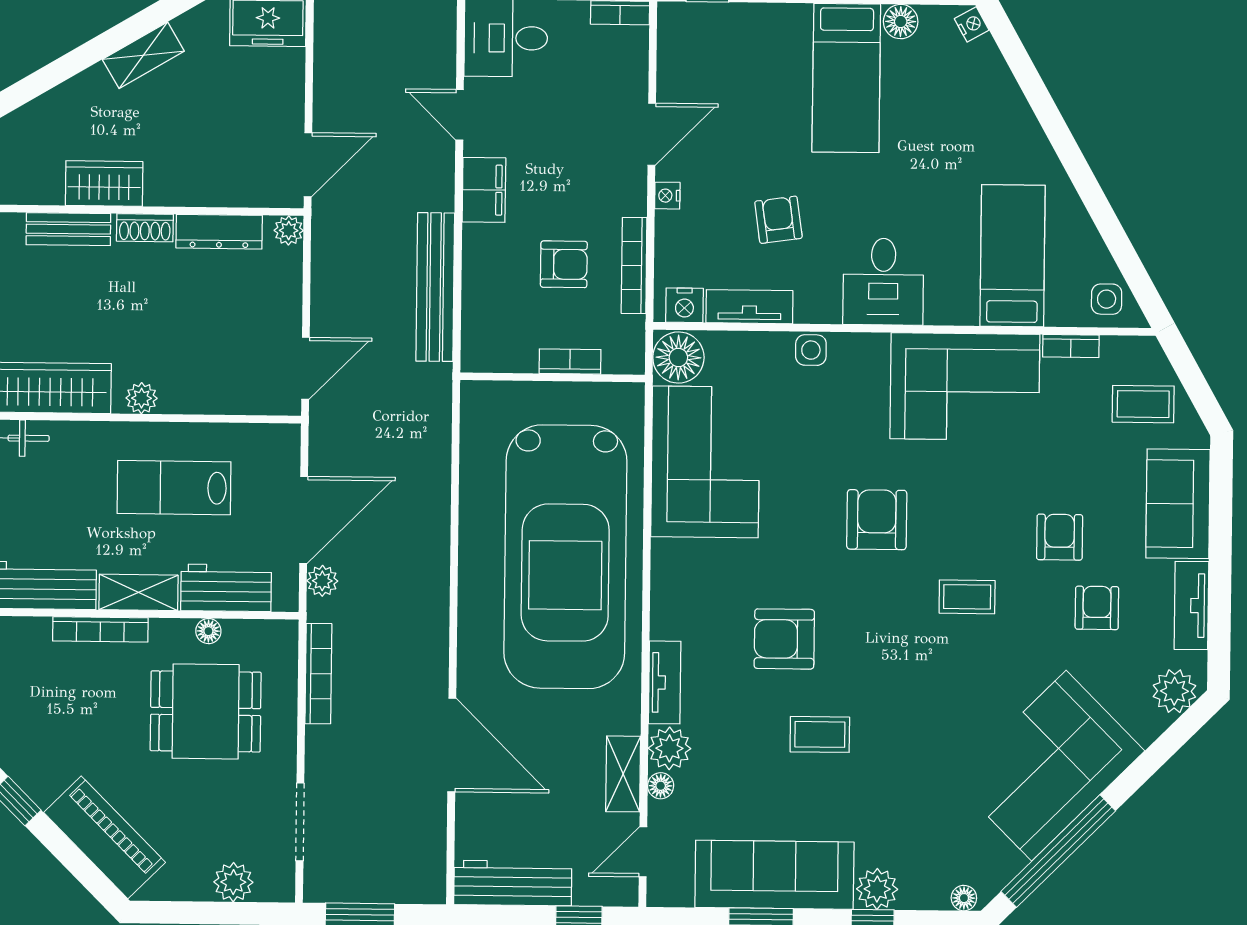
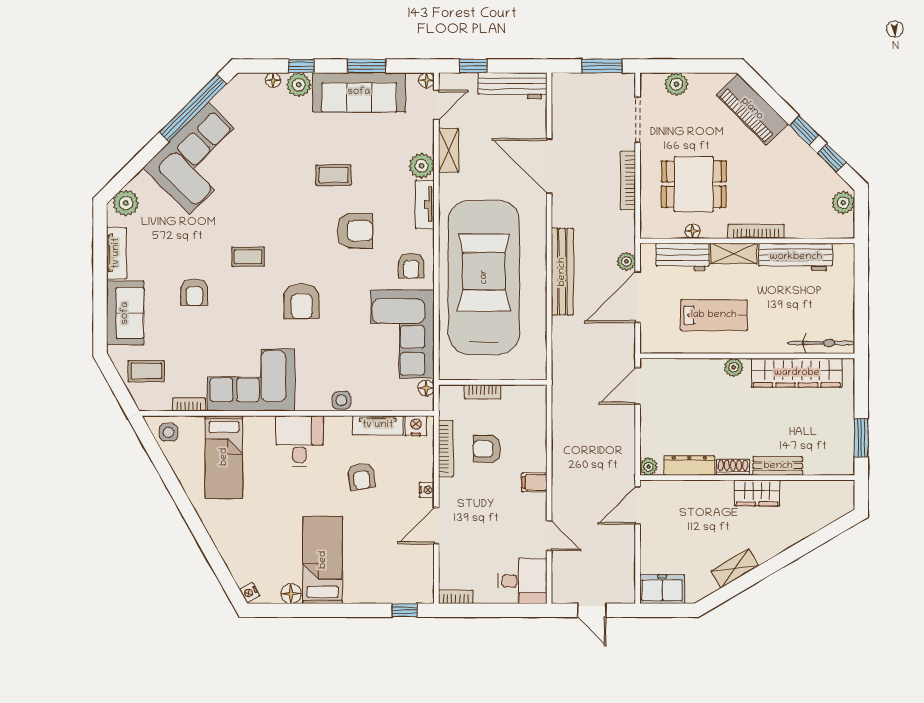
filing cabinet: (484, 190) -> (534, 482), width x0.50
bench: (435, 287) -> (562, 272), moved
floor lamp: (678, 357) -> (426, 388), width x0.53, depth x0.53
armchair: (1097, 608) -> (411, 266), moved
bookcase: (318, 674) -> (628, 181), moved
floor lamp: (661, 786) -> (426, 80), moved
floor lamp: (964, 898) -> (273, 80), moved

